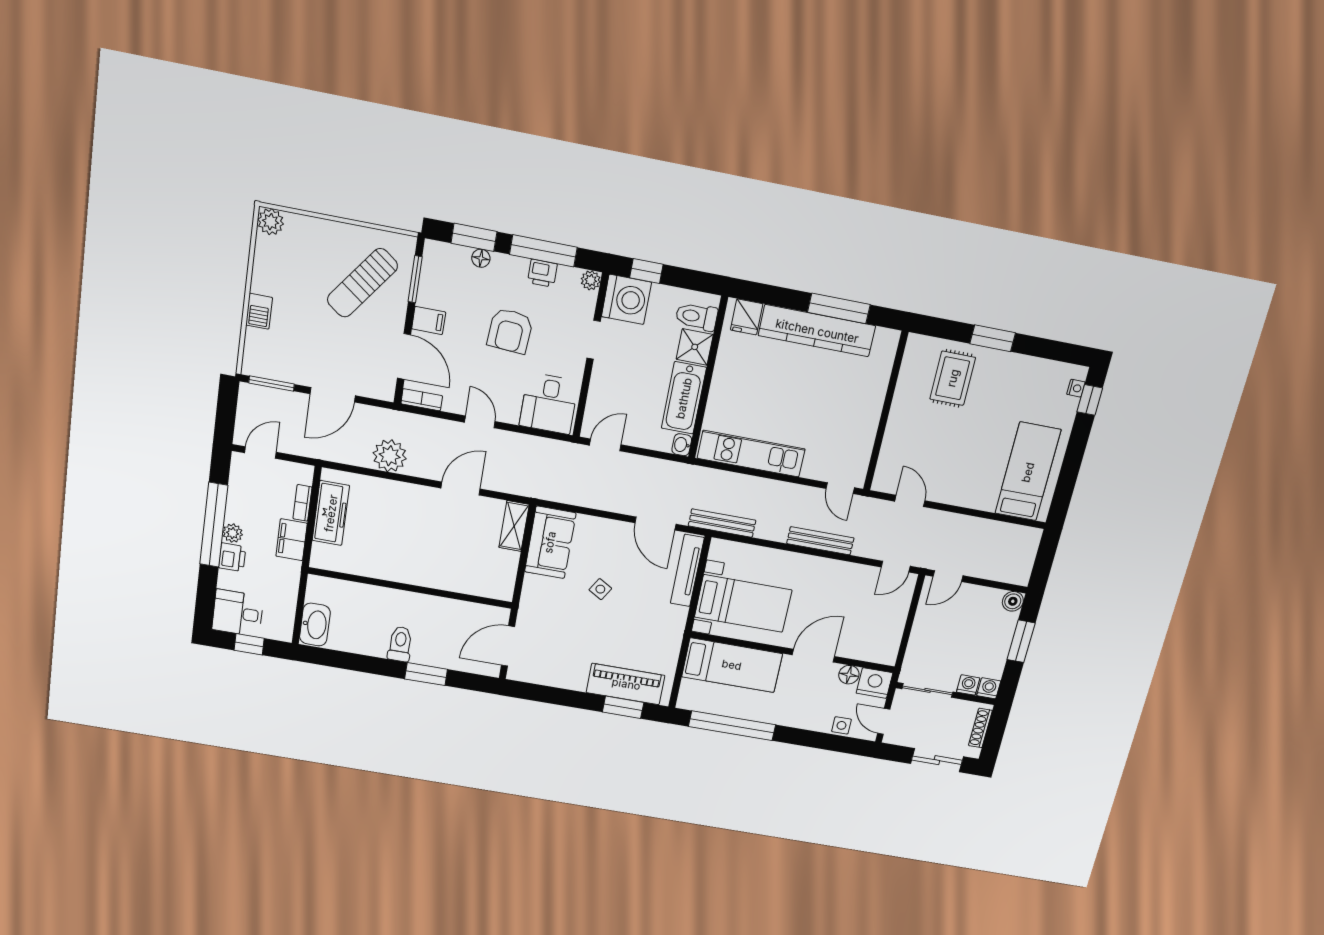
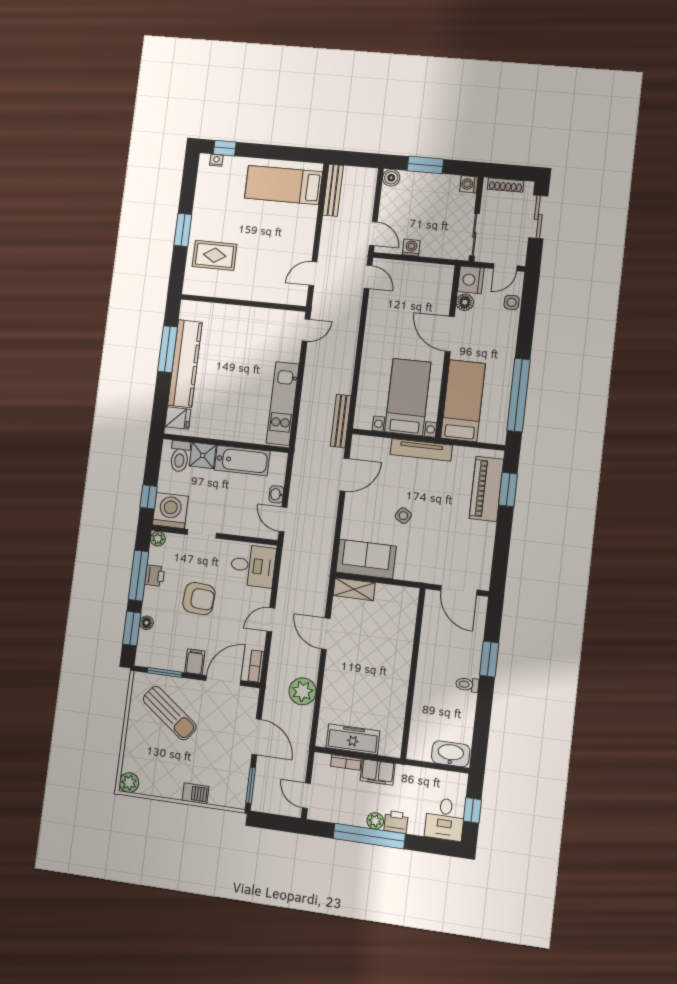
washbasin: (682, 445) -> (276, 494), moved, turned 90
bench: (820, 541) -> (333, 190), moved
tv unit: (687, 571) -> (421, 450), moved
toilet: (400, 644) -> (467, 685), width x0.73, depth x0.72
washing machine: (968, 685) -> (411, 248), moved, turned 90

